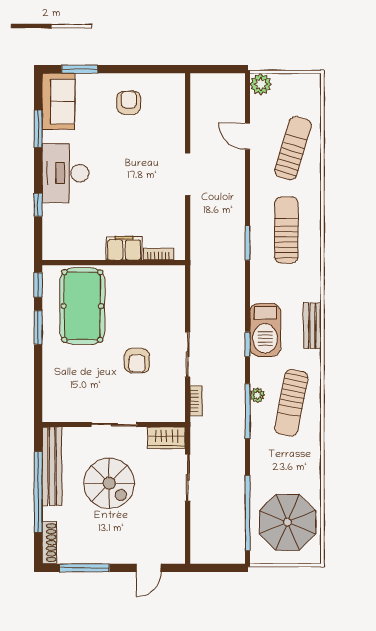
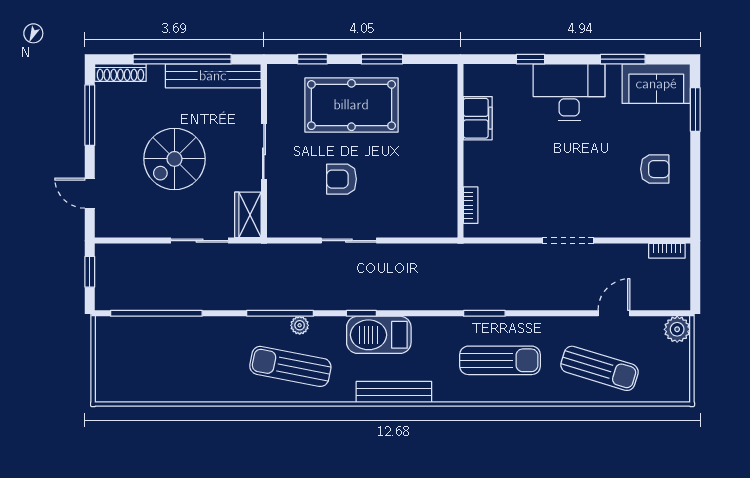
filing cabinet: (124, 248) -> (478, 118), moved
window: (38, 285) -> (313, 59), moved
pool table: (82, 306) -> (351, 105), moved
bench: (312, 326) -> (394, 392), width x1.36
bookcase: (196, 401) -> (667, 251), moved
spiral stairs: (109, 483) -> (174, 159), moved
parasol: (287, 522) -> (145, 362), removed
window: (213, 568) -> (90, 272), added

